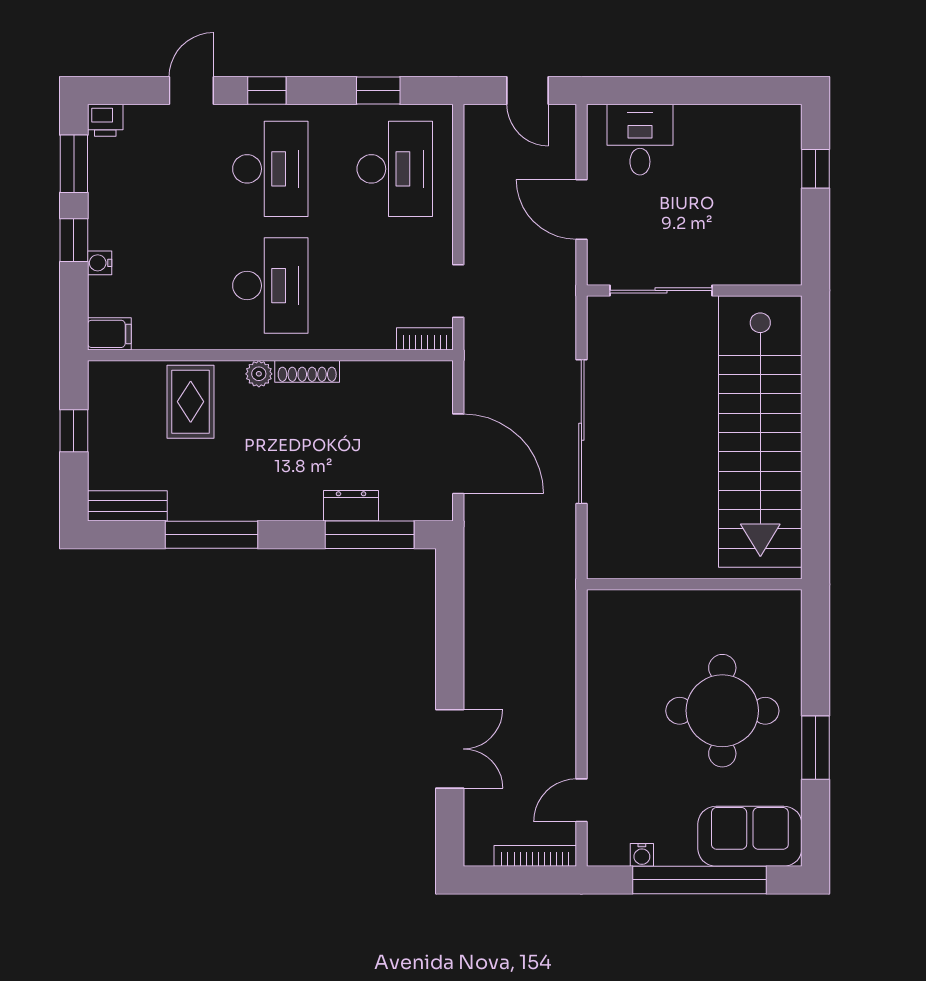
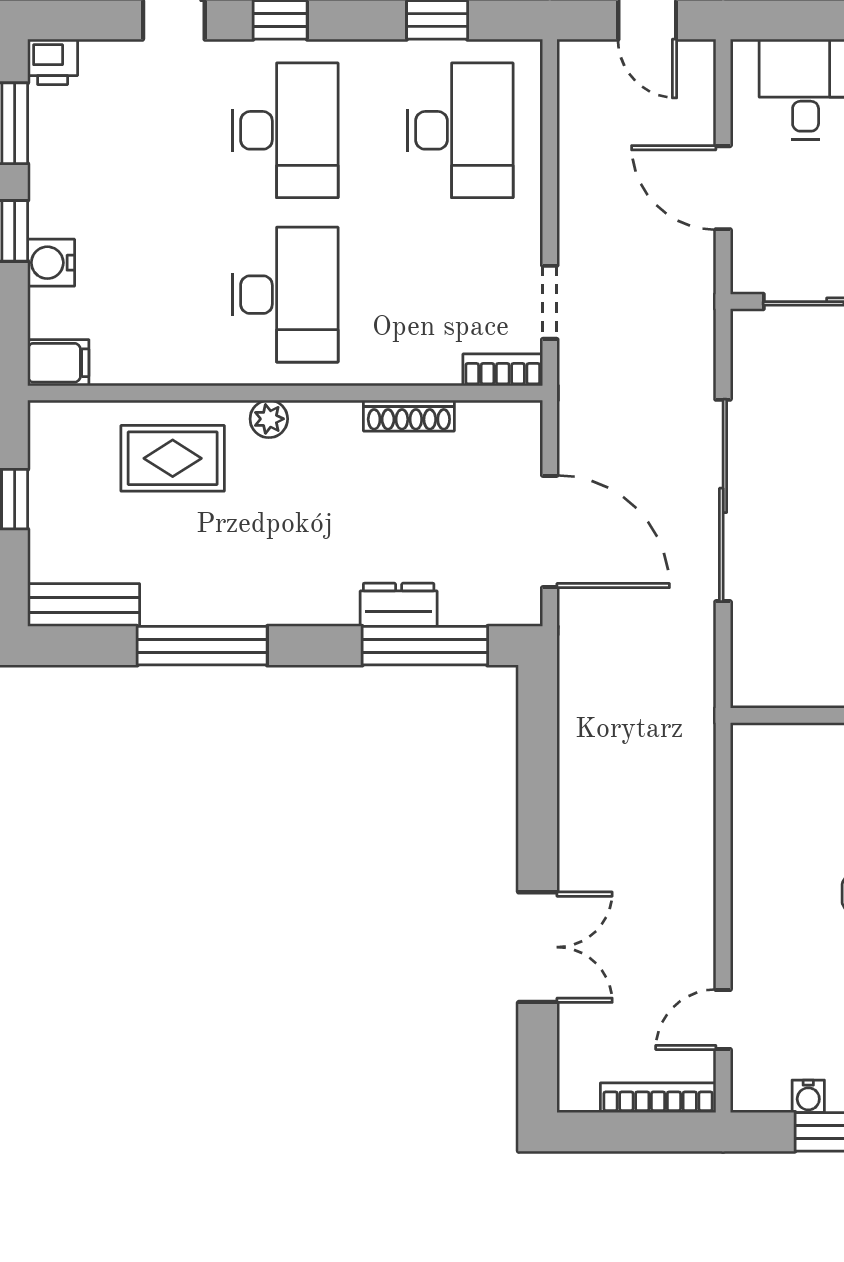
water cooler: (100, 263) -> (51, 263), width x1.38, depth x1.38
shoe rack: (307, 371) -> (409, 416), moved
rug: (191, 402) -> (173, 458), turned 90

